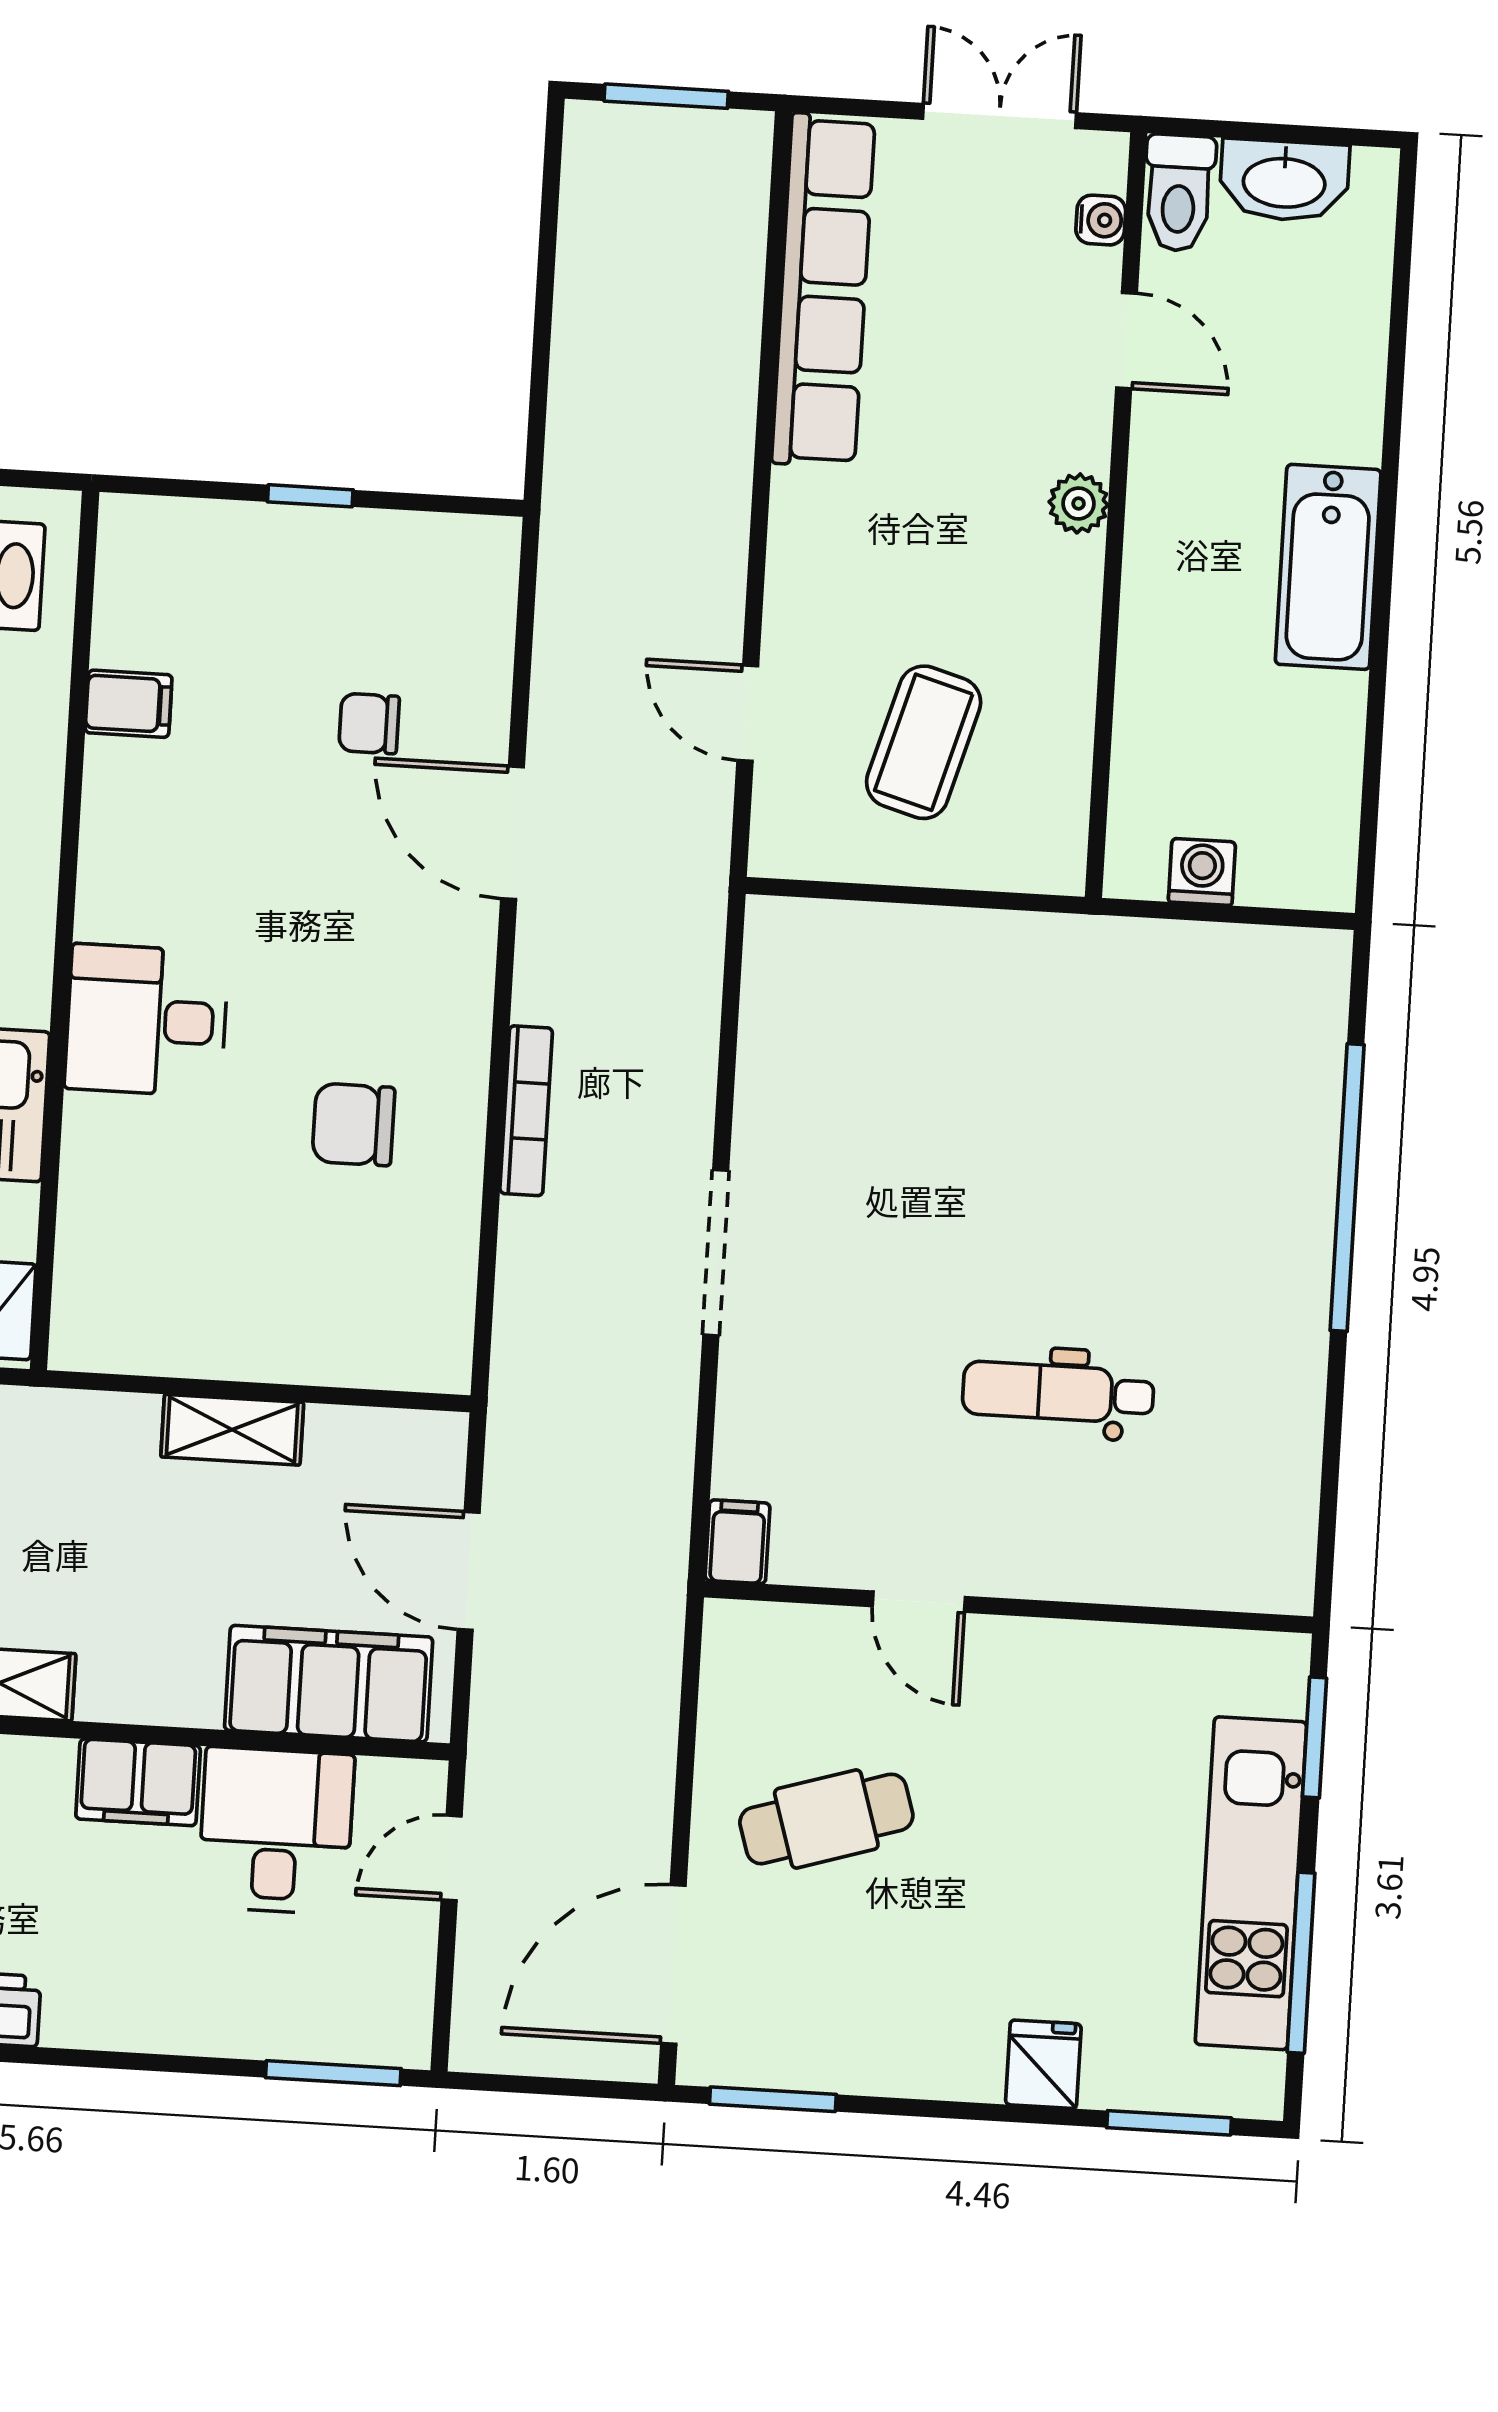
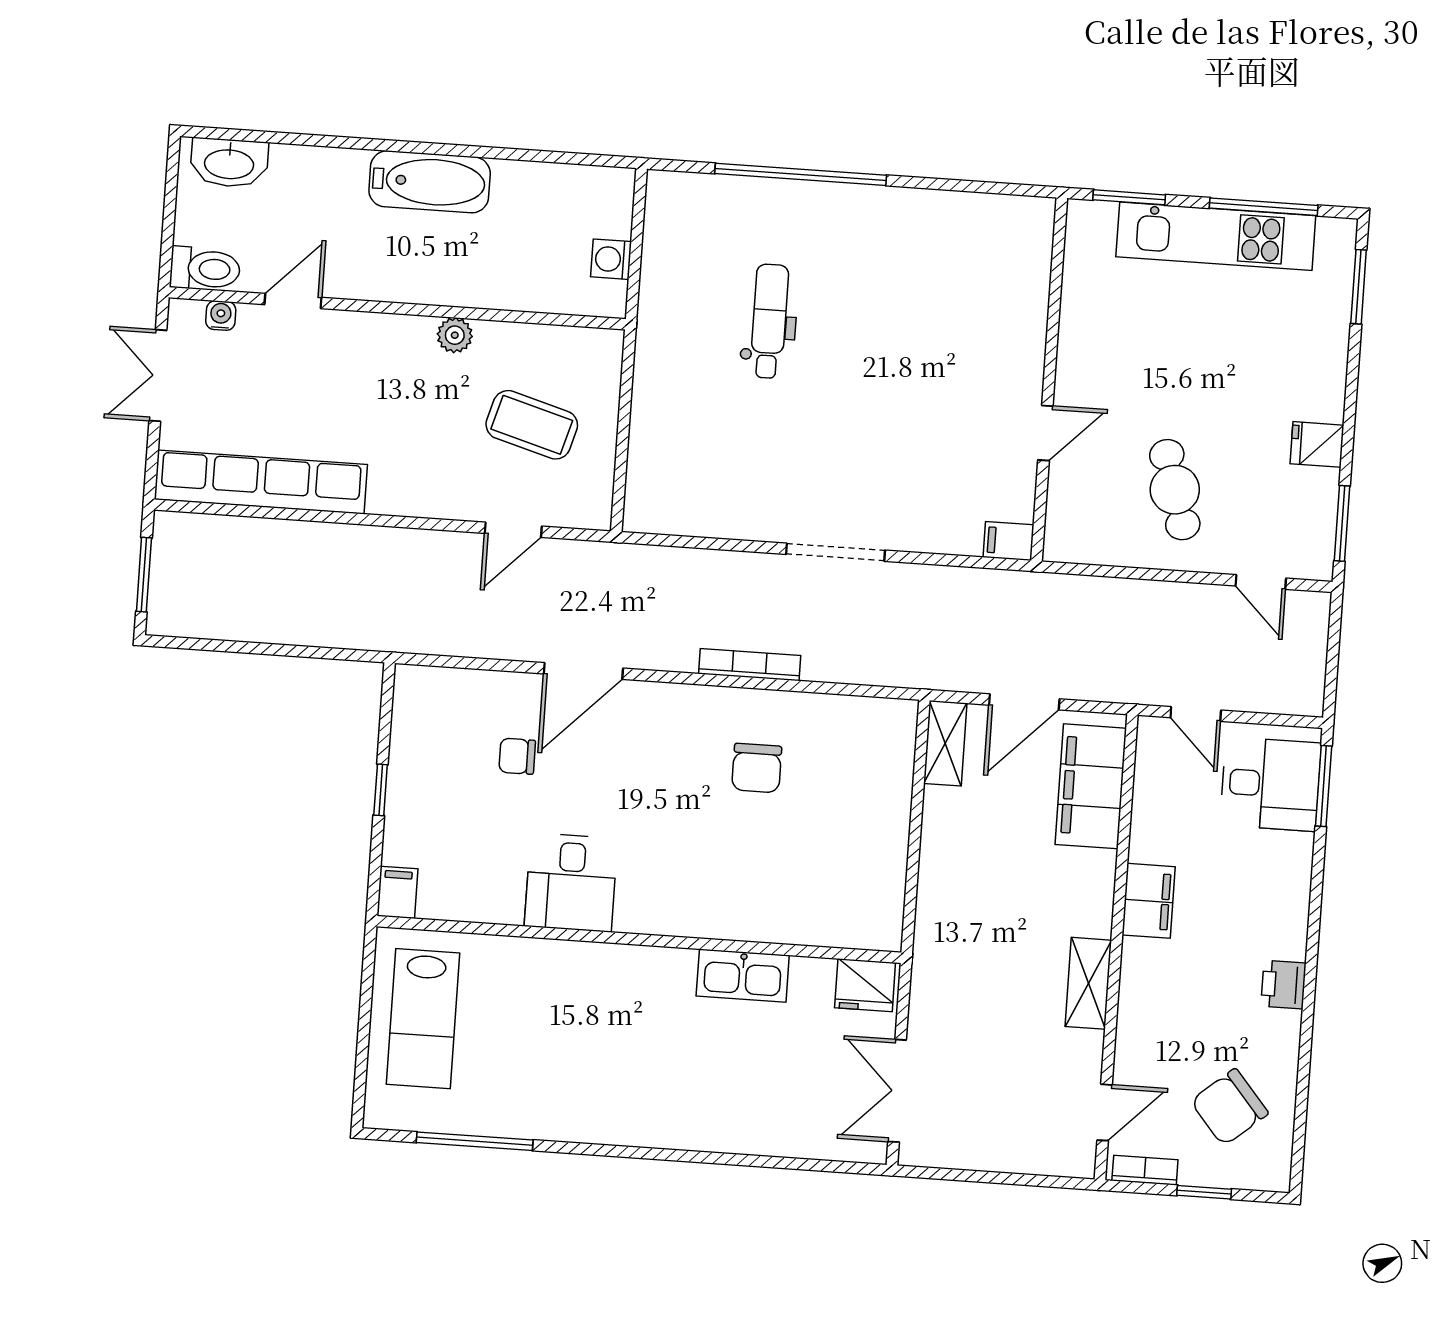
washbasin: (1284, 180) -> (229, 163), moved, turned 90
plant: (1079, 503) -> (455, 335), moved
filing cabinet: (129, 704) -> (397, 892), moved
chair: (369, 724) -> (517, 756), turned 90
desk: (146, 1020) -> (571, 883), moved
dental chair: (1058, 1393) -> (769, 321), moved, turned 180
shelving: (232, 1430) -> (945, 743), moved
desk: (276, 1831) -> (1270, 784), moved, turned 180
door: (673, 1964) -> (1261, 582), width x0.53
fridge: (1043, 2064) -> (1317, 444), moved

